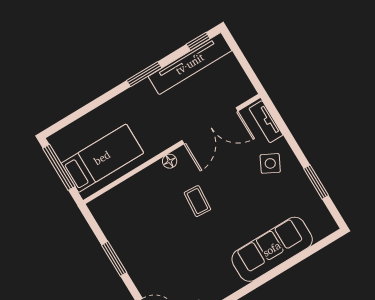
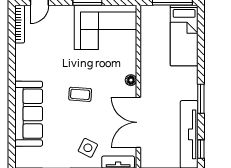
bed: (102, 158) -> (184, 36), moved
coffee table: (197, 201) -> (80, 94), moved
corner sofa: (129, 223) -> (105, 27), added

